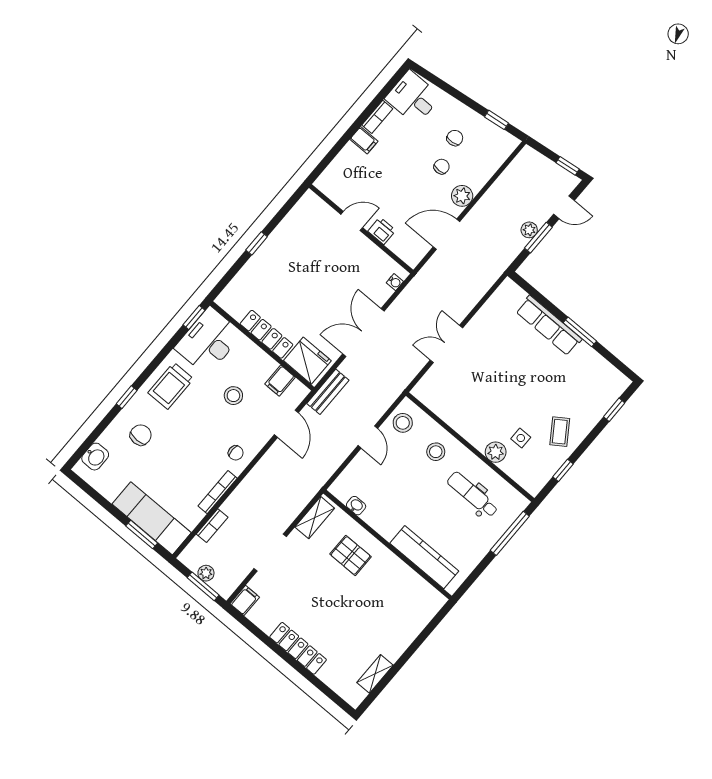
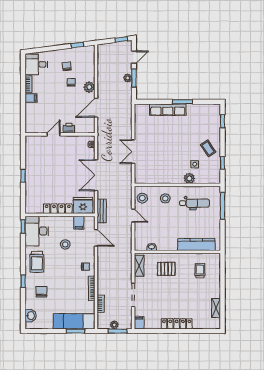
dental chair: (473, 495) -> (195, 203), turned 180
trolley: (397, 599) -> (200, 271), added

